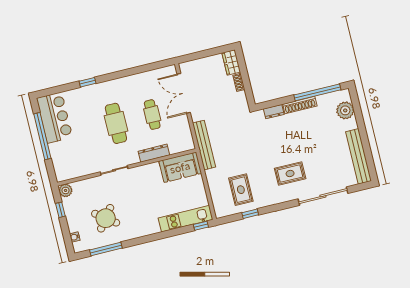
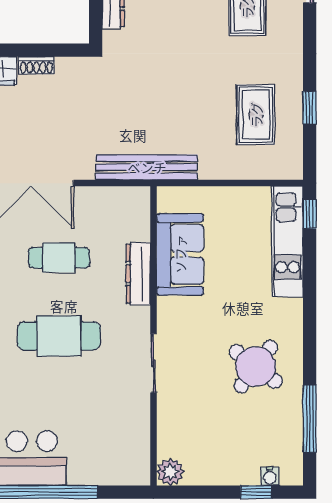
sofa: (180, 167) -> (180, 254), moved
rug: (241, 190) -> (256, 115), turned 90
window: (60, 210) -> (256, 492), moved
round table: (106, 218) -> (256, 367), moved

